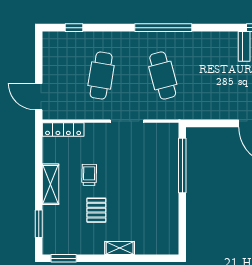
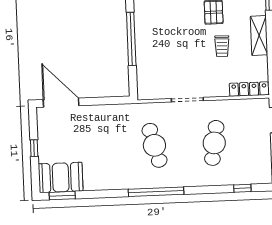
window: (182, 165) -> (131, 39), moved

